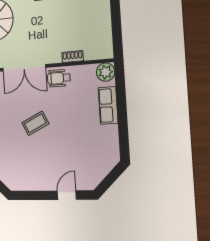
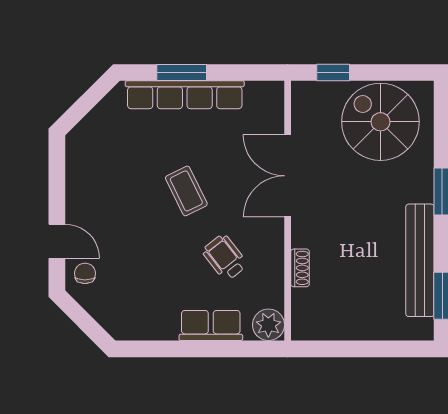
wheelchair: (59, 78) -> (225, 258), moved, turned -38
chair: (83, 179) -> (85, 273), added

